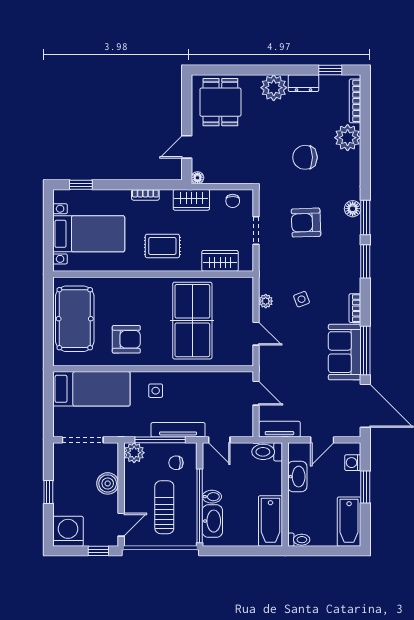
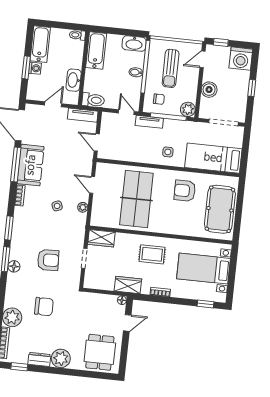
chair: (233, 201) -> (99, 281), removed
wardrobe: (220, 261) -> (101, 238), moved
tv unit: (178, 430) -> (149, 122), width x0.71
washing machine: (353, 463) -> (35, 68), moved
washbasin: (212, 521) -> (134, 44), moved, turned -90

